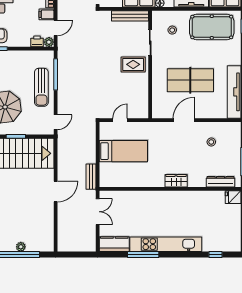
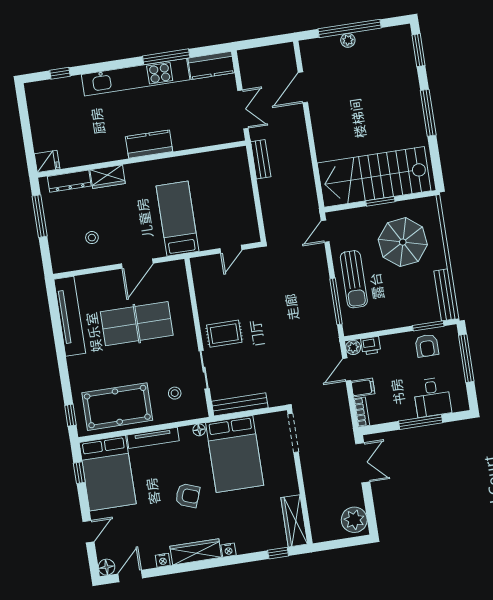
sun lounger: (41, 87) -> (354, 279), turned 180
bed: (123, 151) -> (177, 219), moved, turned 90
wardrobe: (176, 181) -> (108, 177), moved
door: (56, 192) -> (303, 87), moved
kitchen counter: (164, 198) -> (149, 144), added
double door: (98, 212) -> (243, 109), swing flipped

